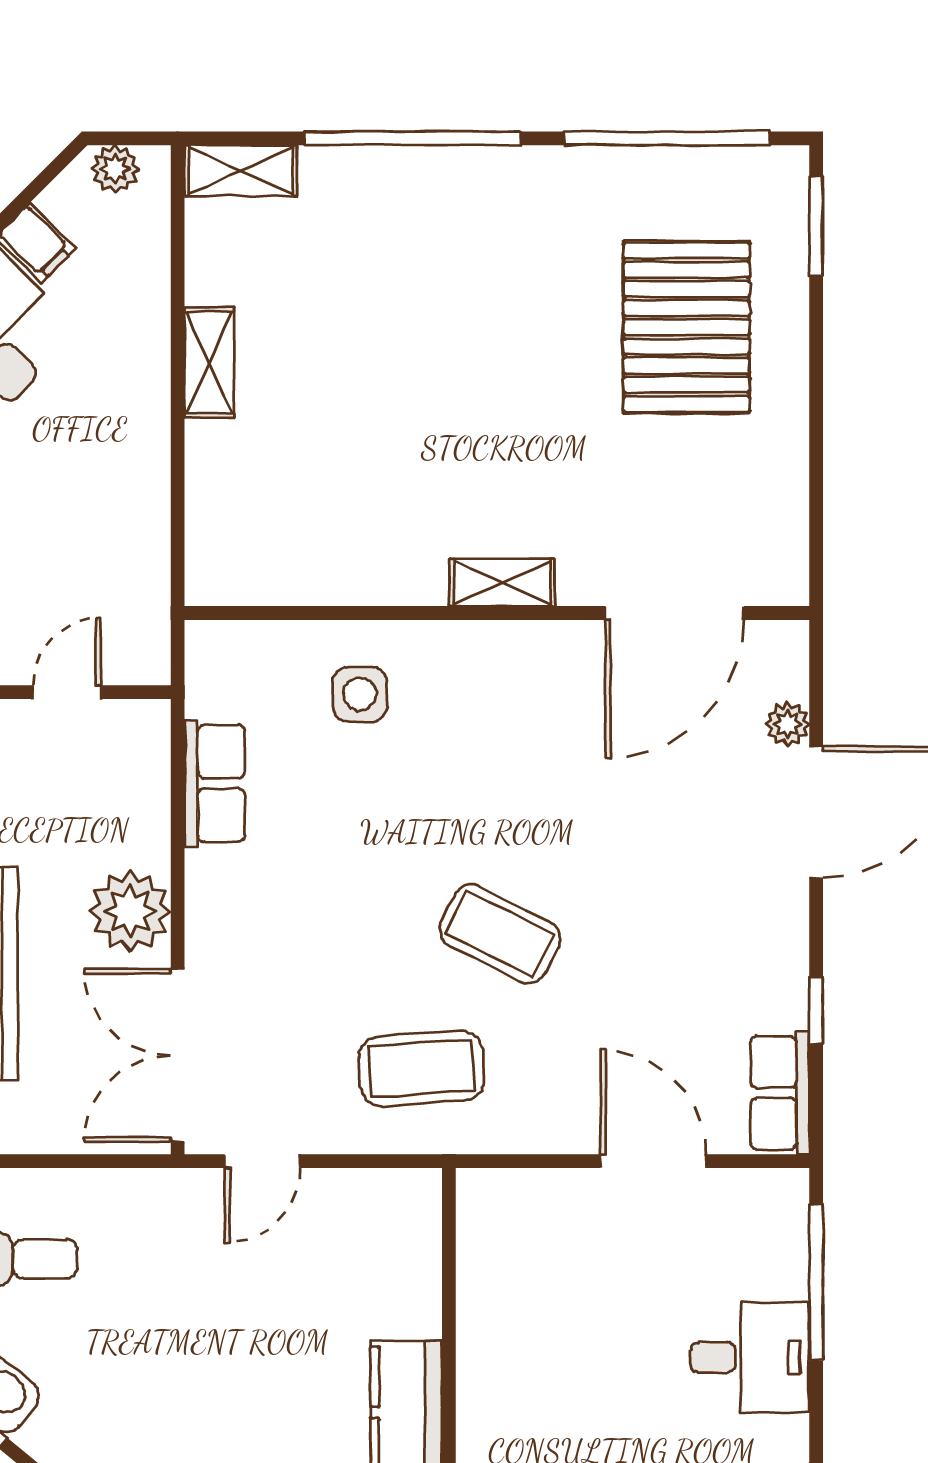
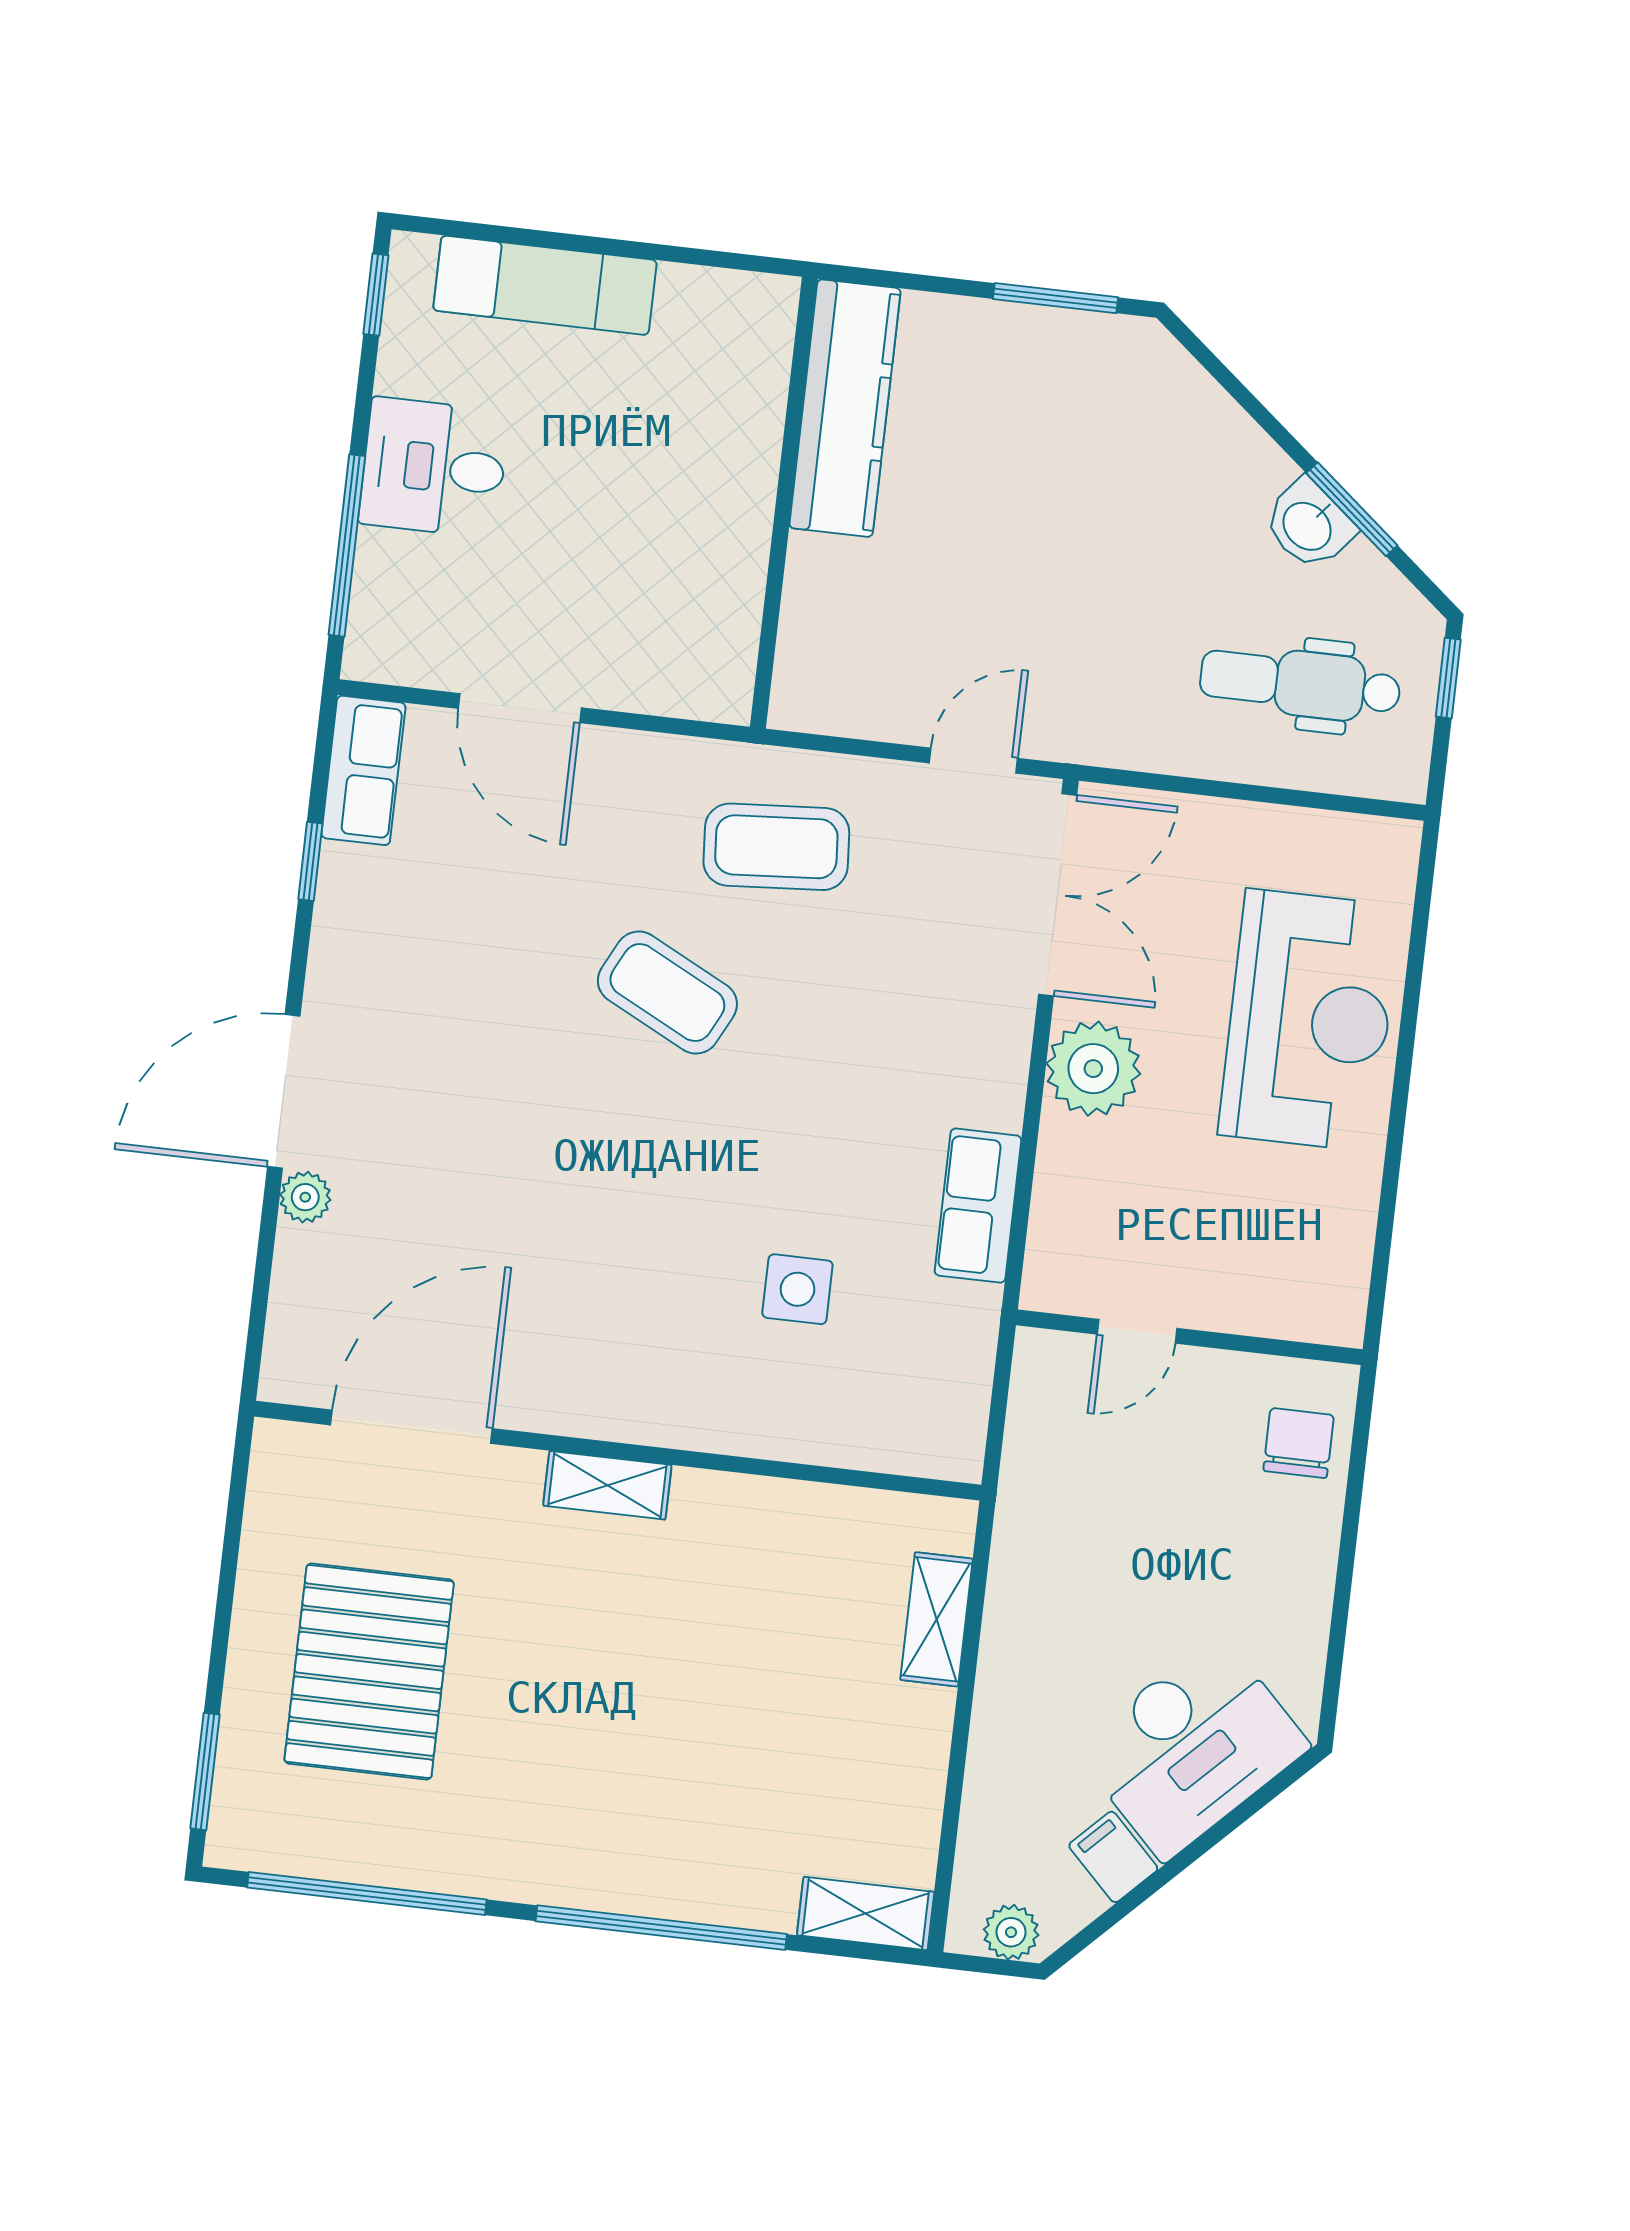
shelving: (209, 362) -> (937, 1619), moved
shelving: (502, 583) -> (607, 1485), moved
wall: (497, 613) -> (618, 1451), moved
door: (675, 613) -> (411, 1427), moved

